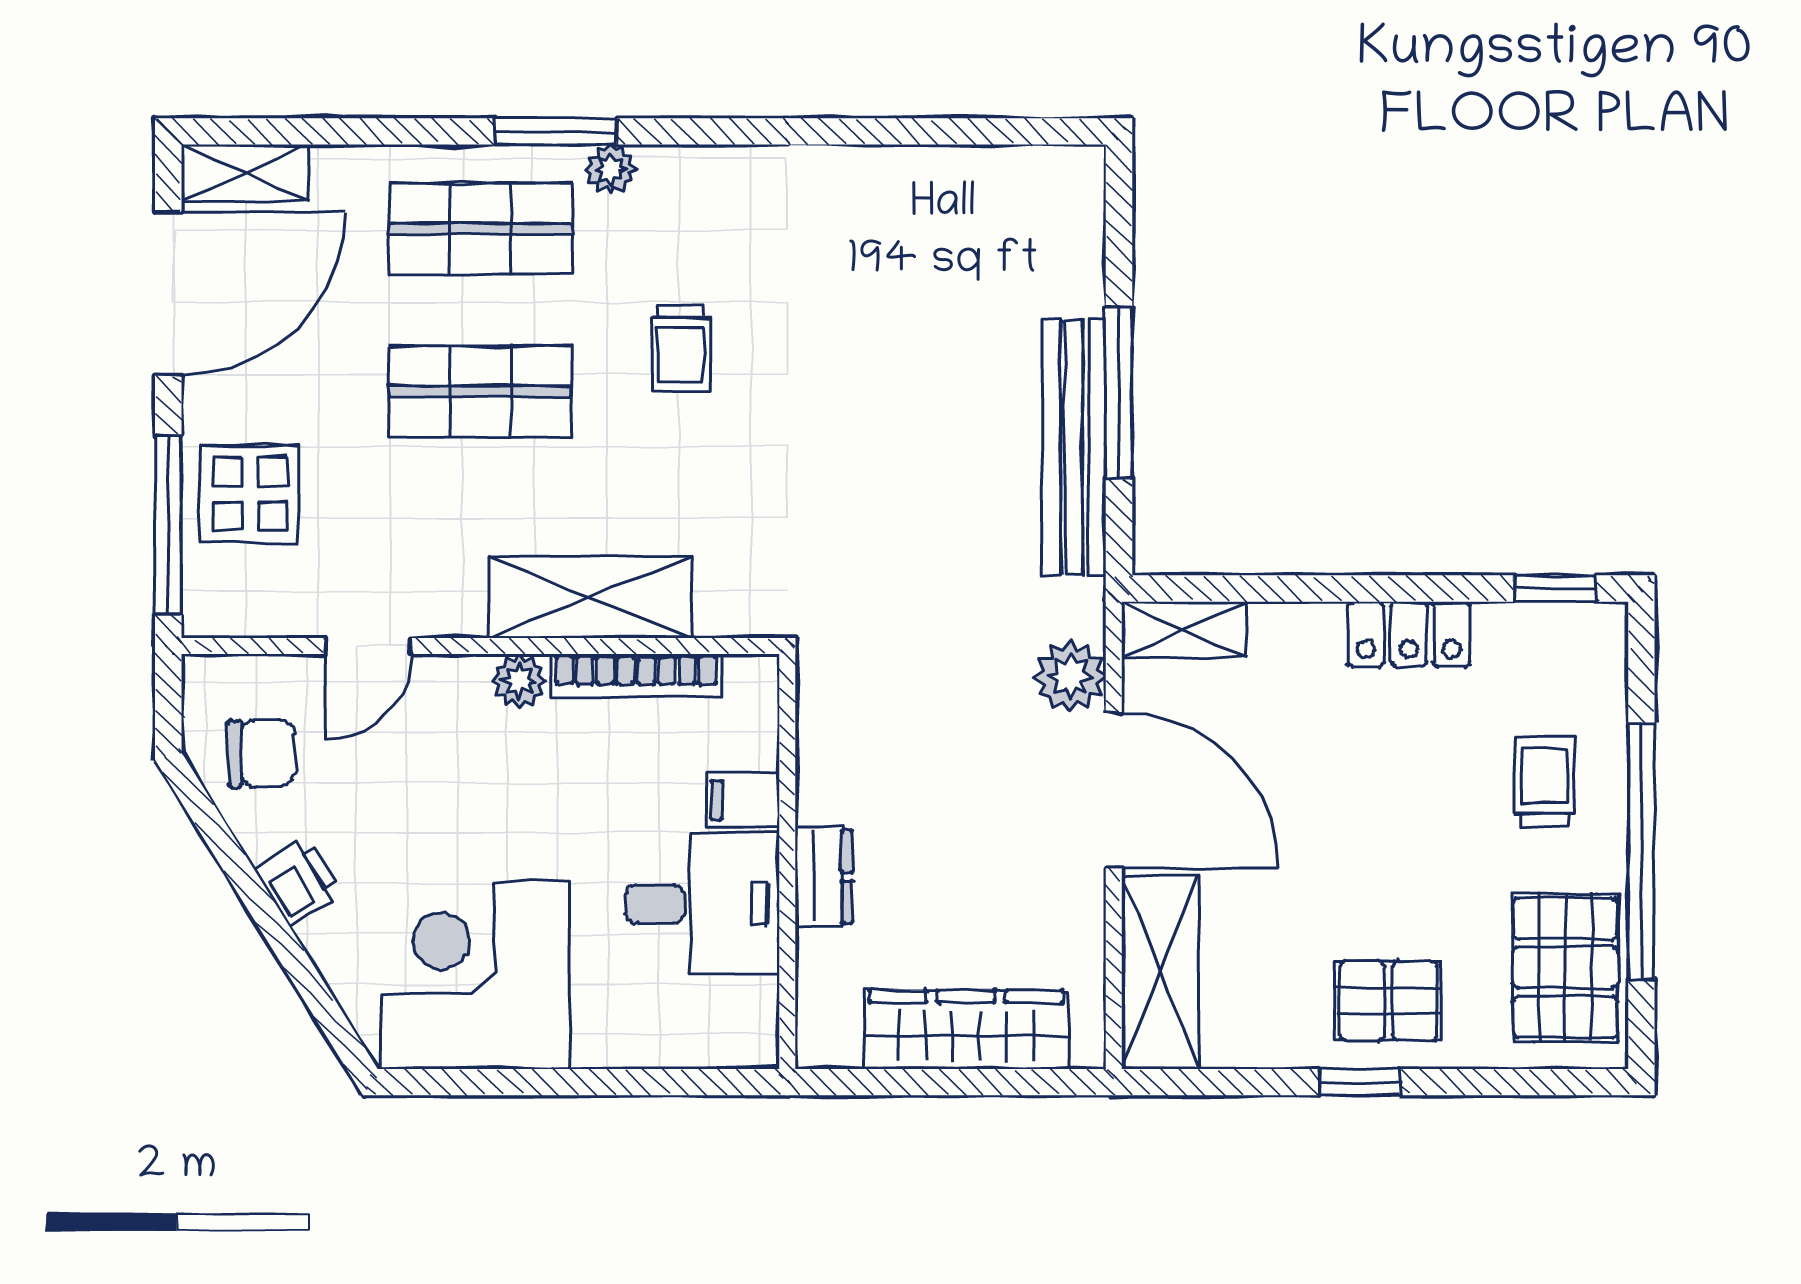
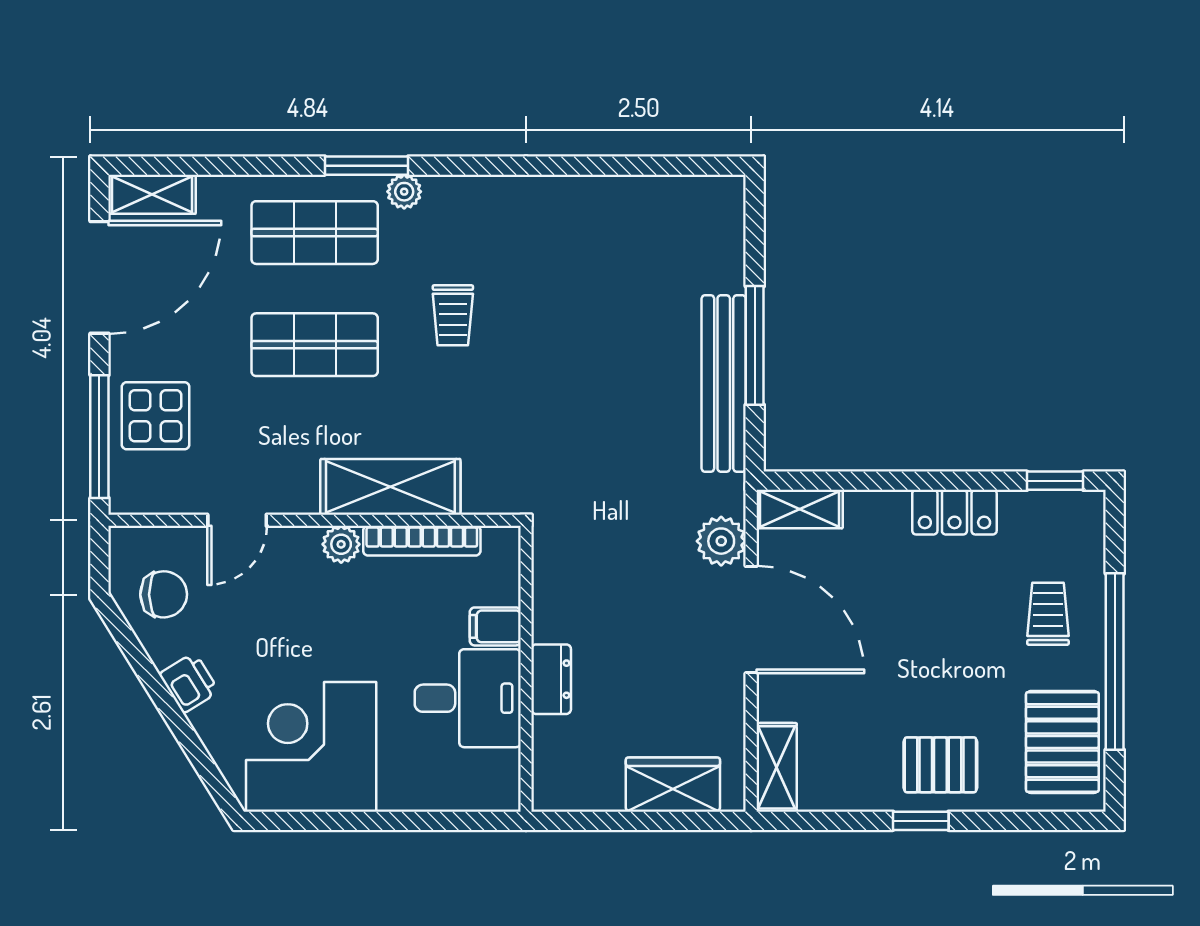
shelving: (1160, 972) -> (777, 767), width x0.67, depth x0.75
wardrobe: (966, 1029) -> (673, 785), width x0.67

